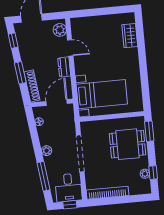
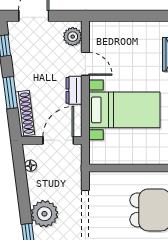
bed with nightstands: (102, 94) -> (124, 110), moved
plant: (47, 151) -> (44, 214), width x1.87, depth x1.87

